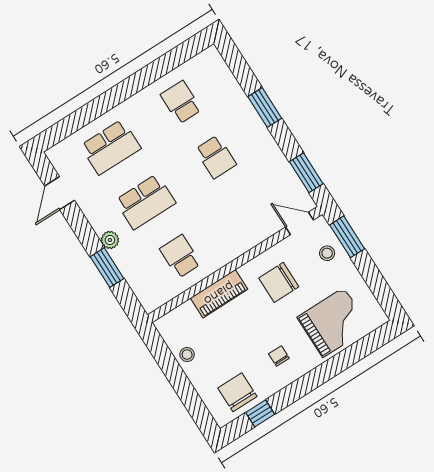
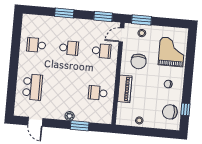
school desk: (145, 202) -> (102, 51), moved, width x0.54

